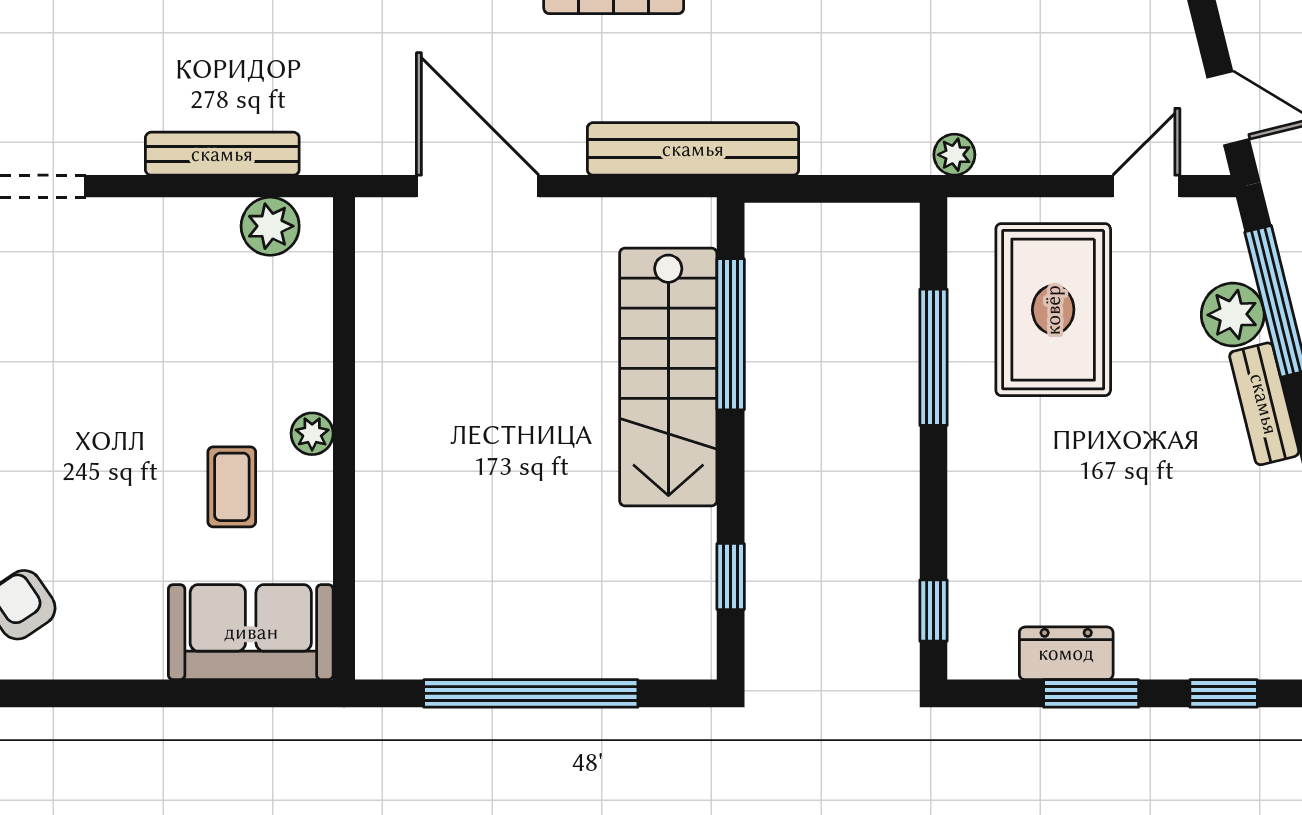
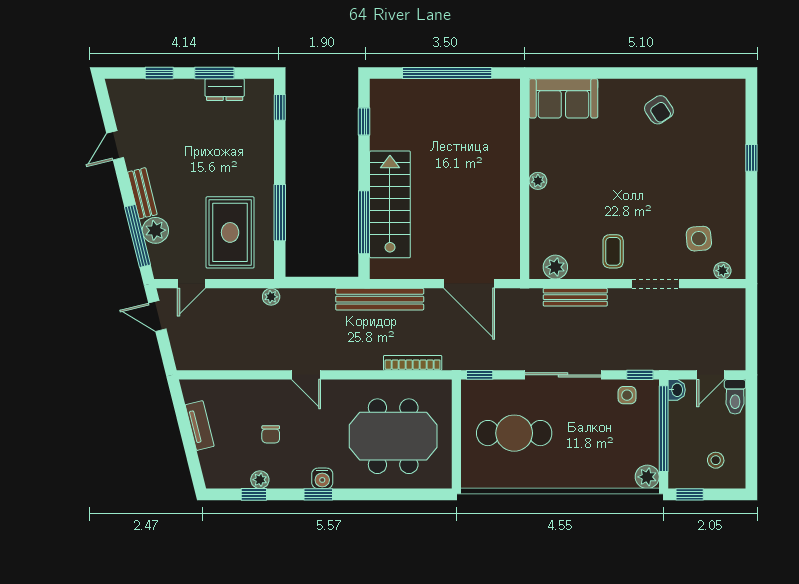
coffee table: (232, 487) -> (613, 251), moved

